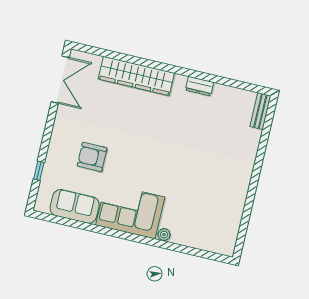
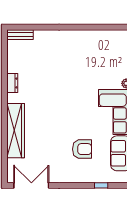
armchair: (92, 157) -> (82, 149), turned -90

